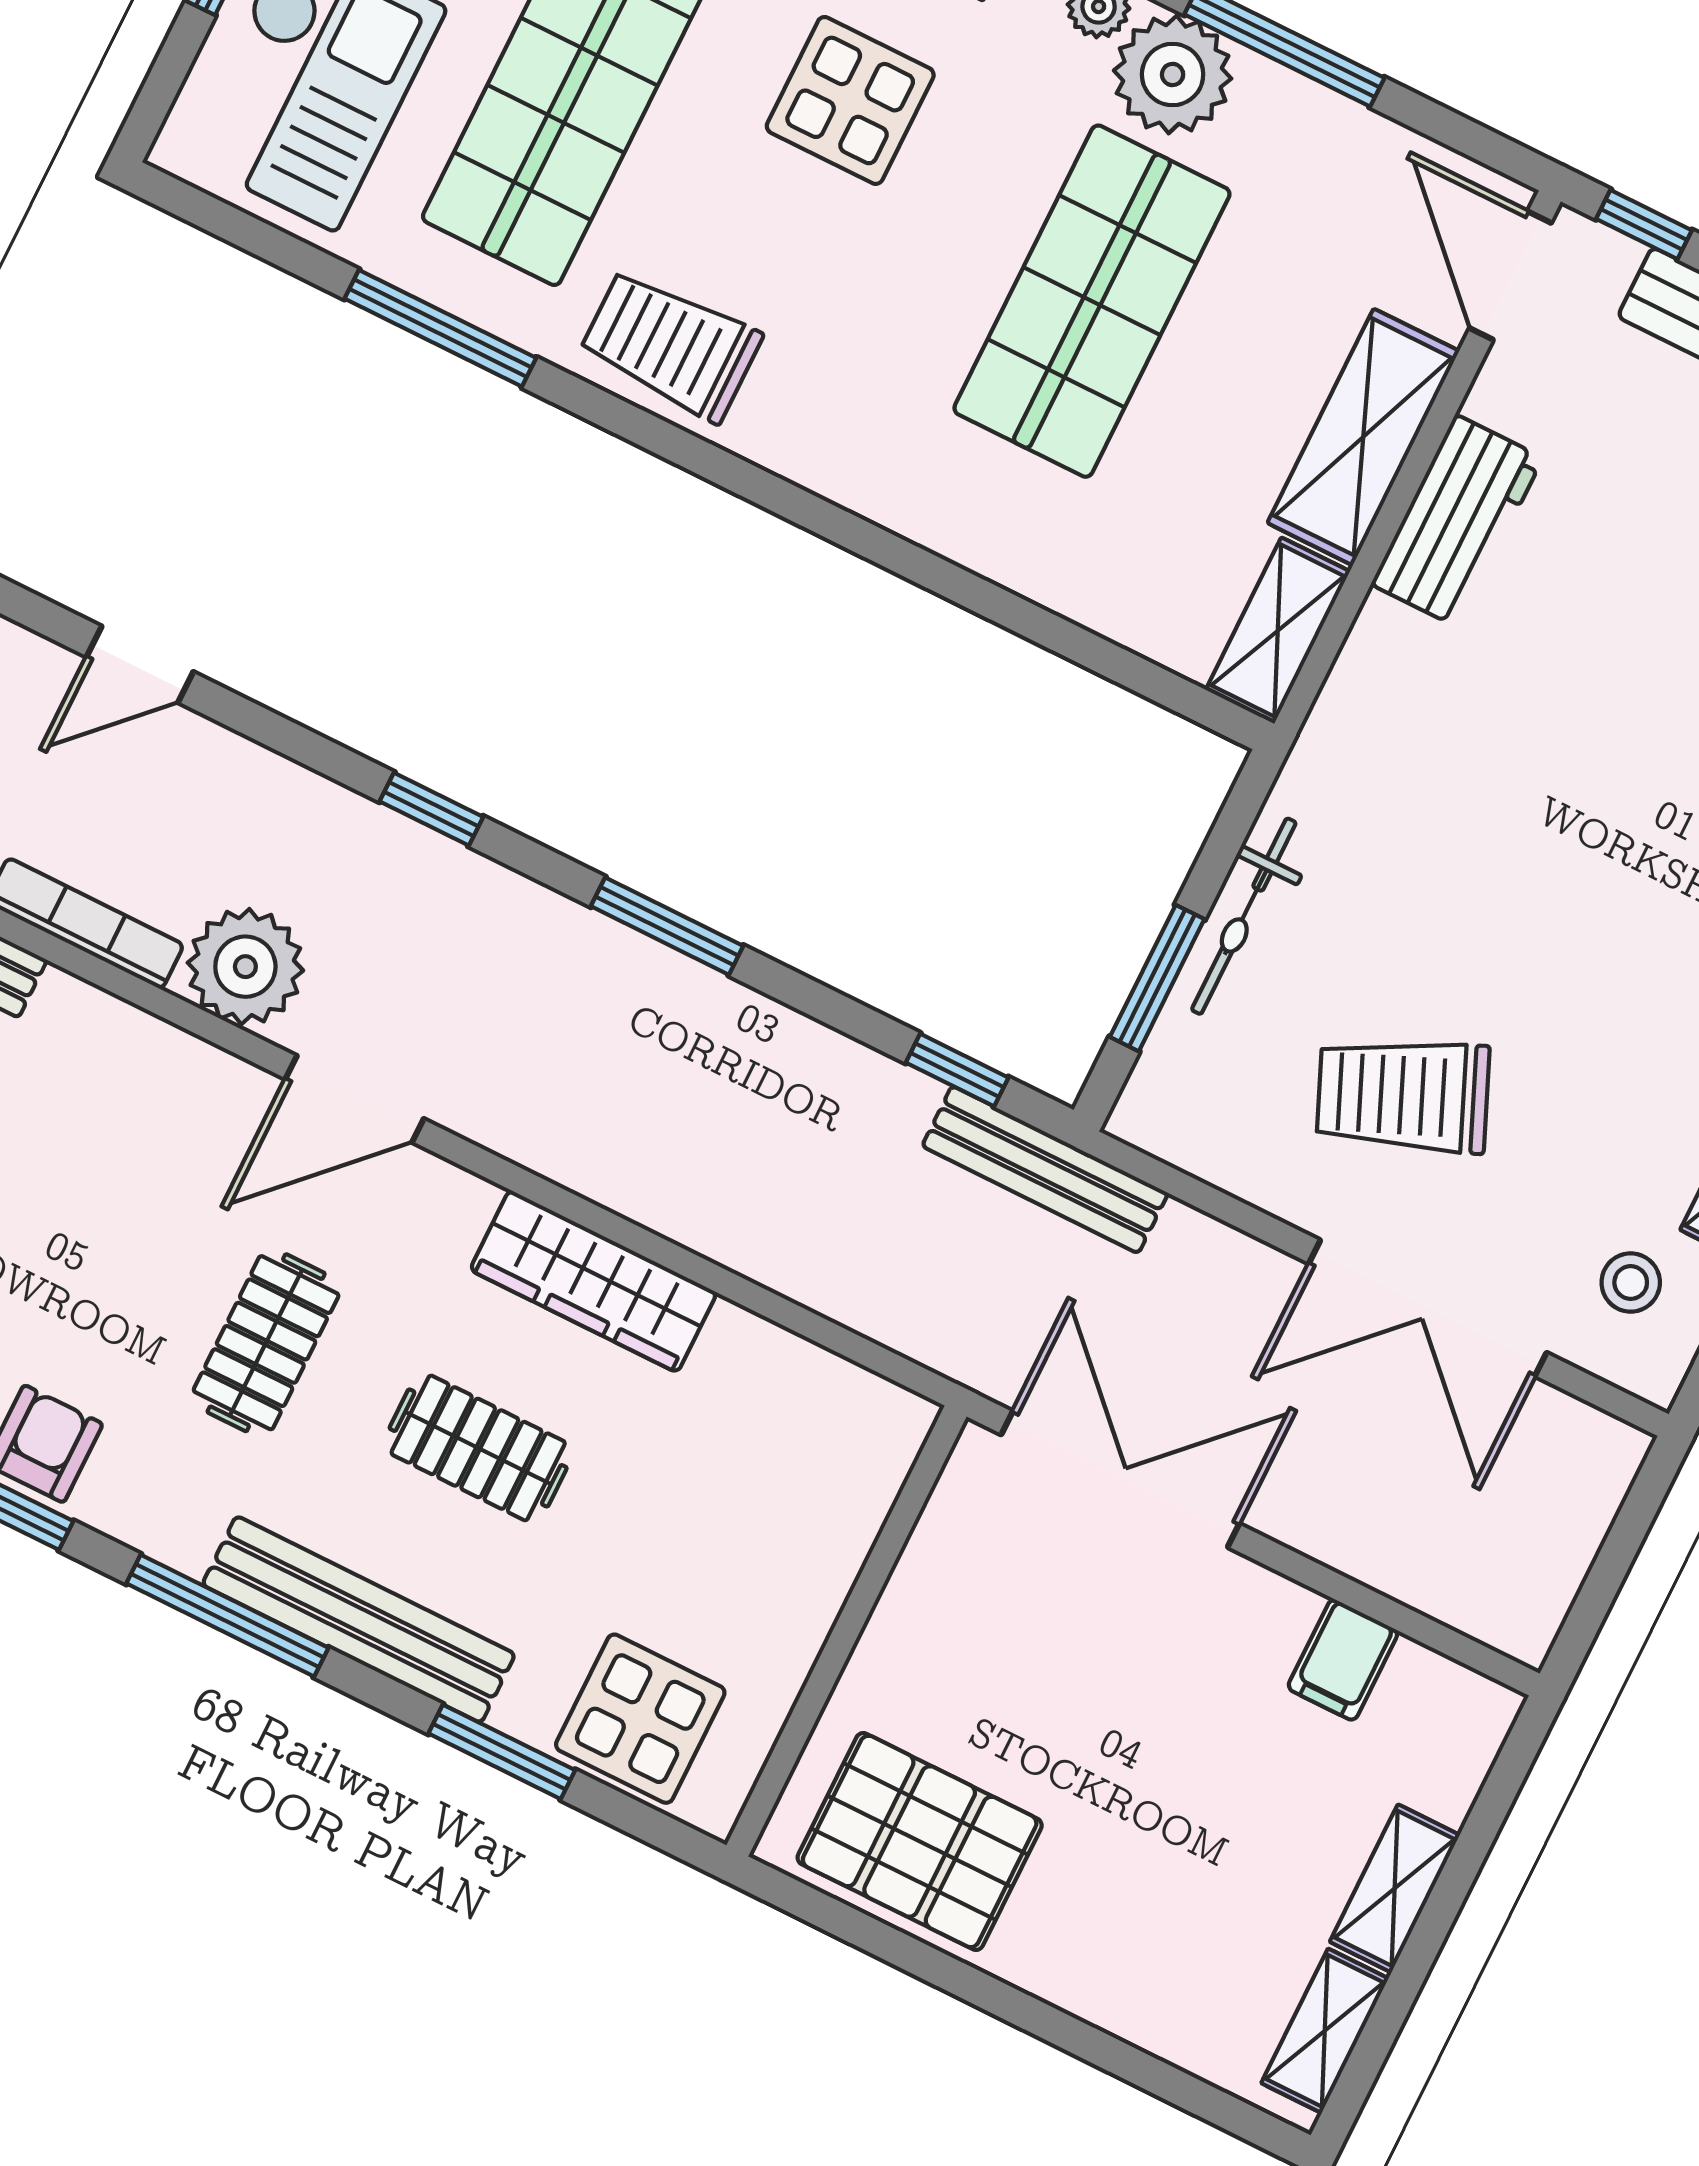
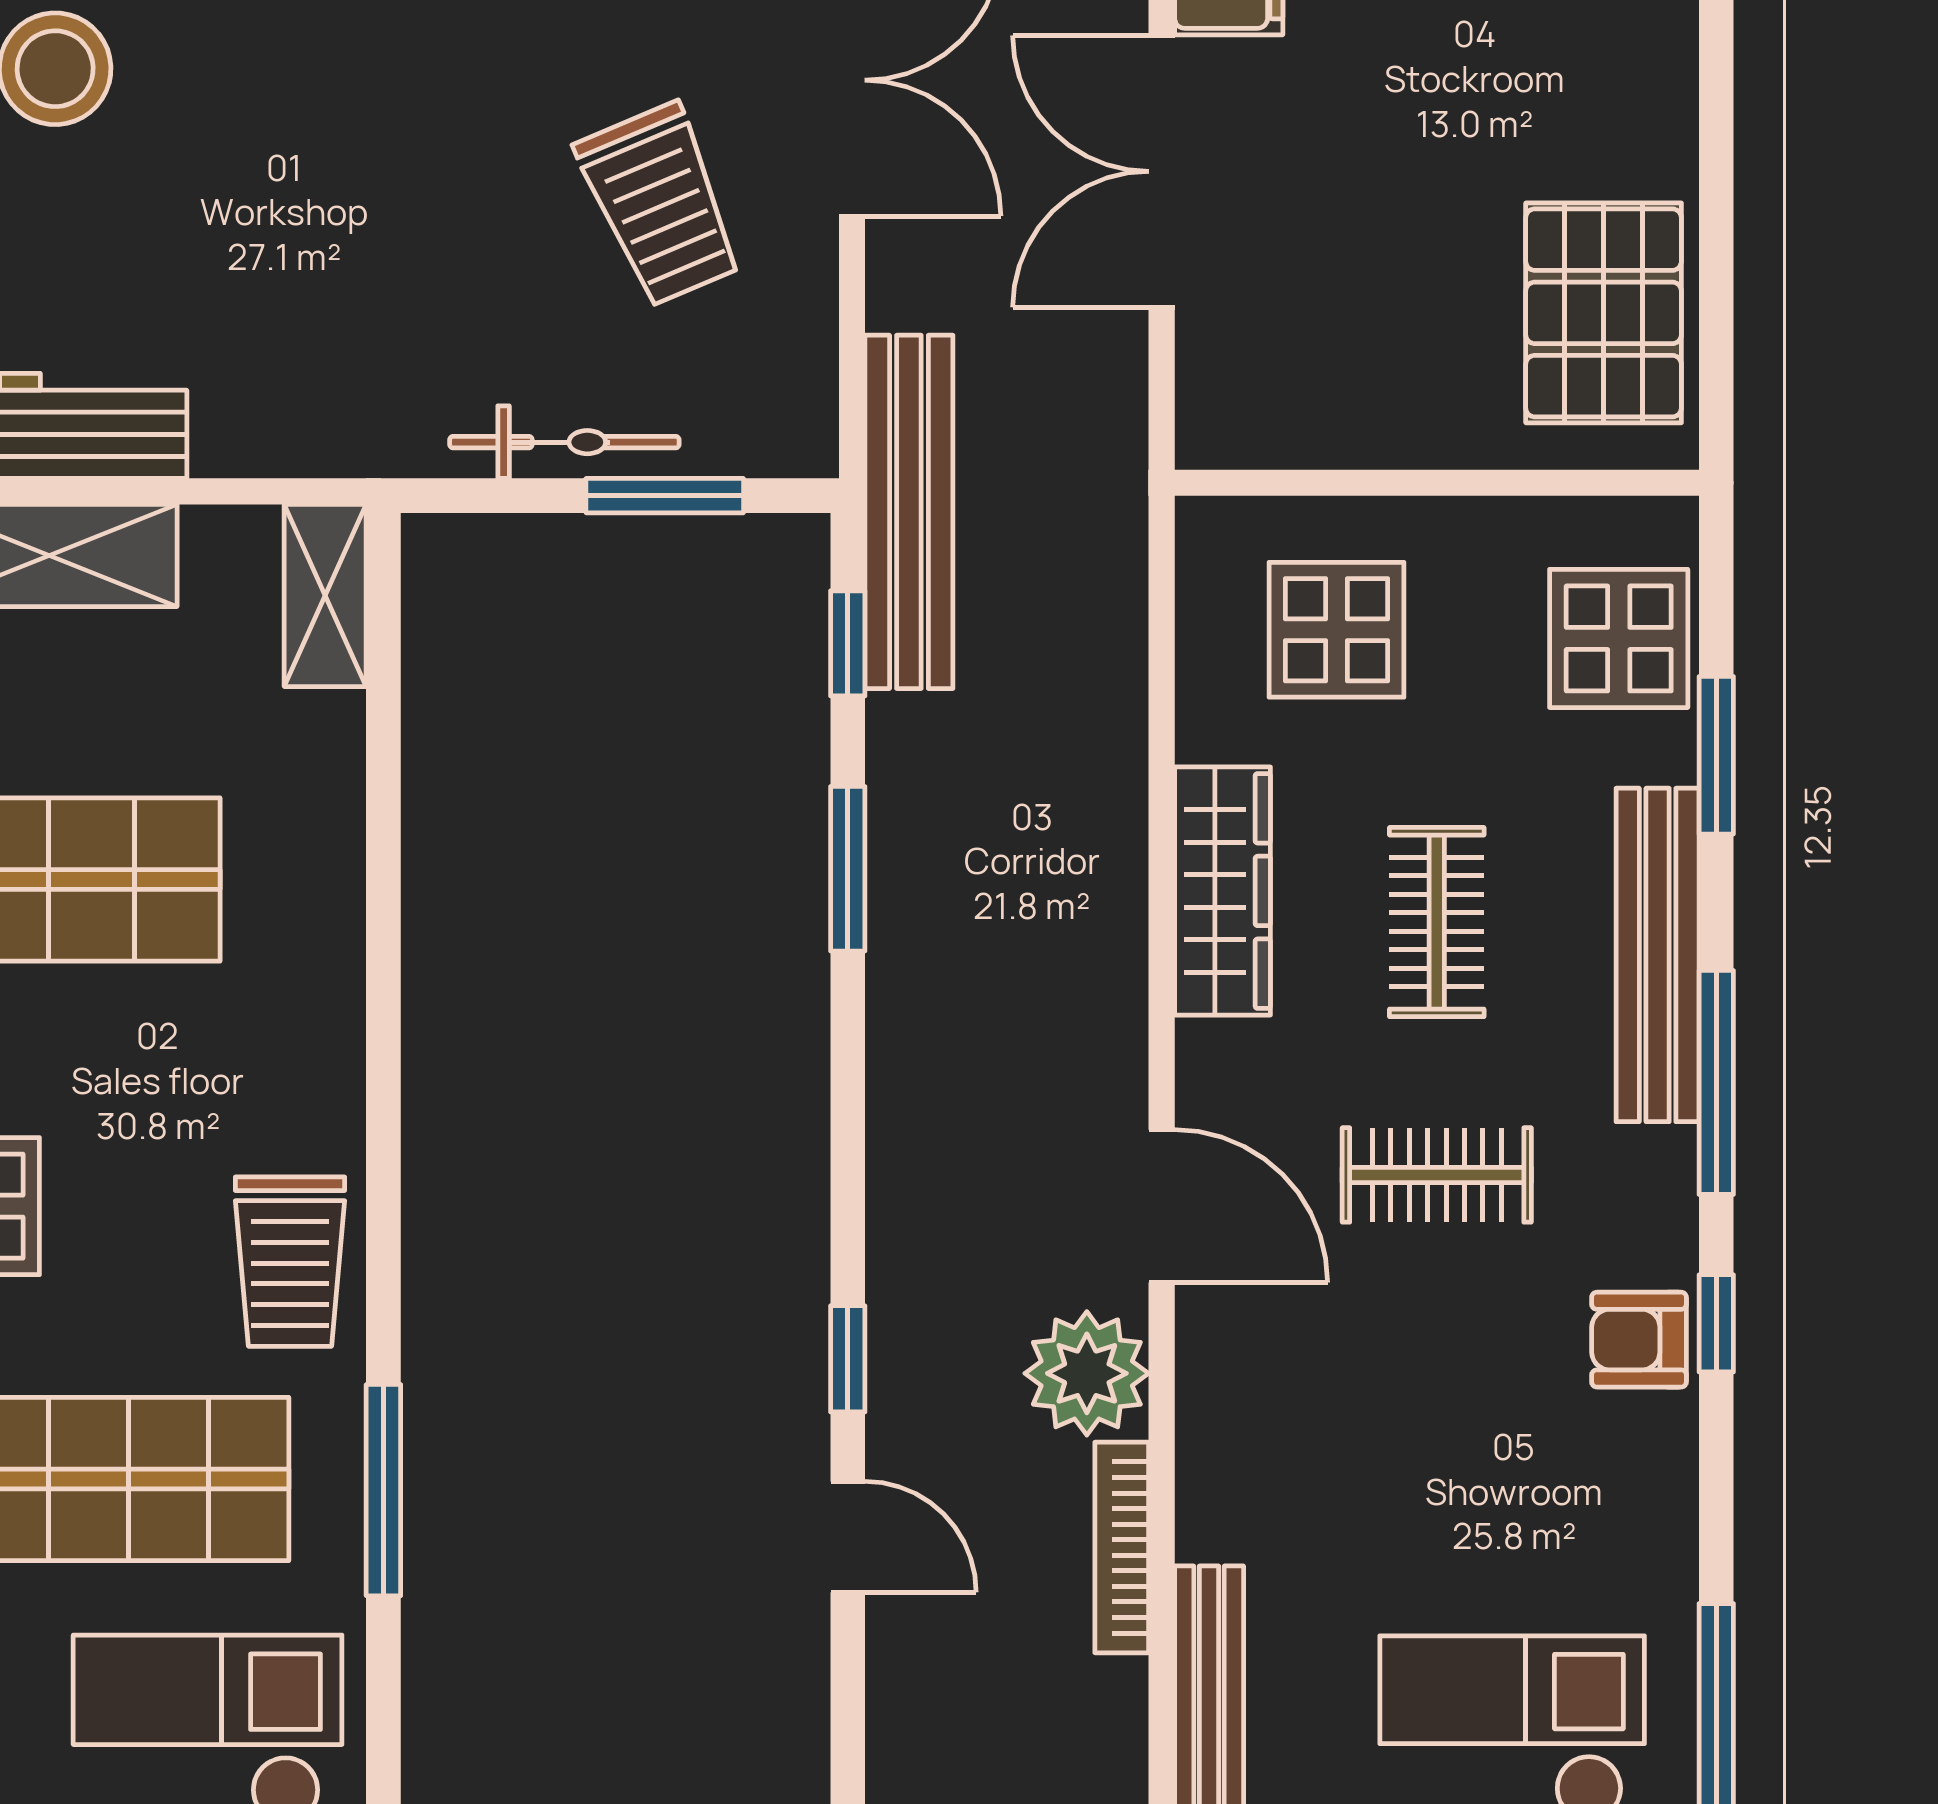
shelving: (1278, 631) -> (325, 595), moved, turned 90
door: (140, 664) -> (848, 1537), moved
window: (431, 809) -> (848, 1359), moved
window: (667, 926) -> (848, 869), moved
bench: (1045, 1170) -> (909, 512), width x1.37, depth x1.21
double door: (1120, 1479) -> (1162, 171), moved
display table: (765, 1486) -> (1337, 630), added

